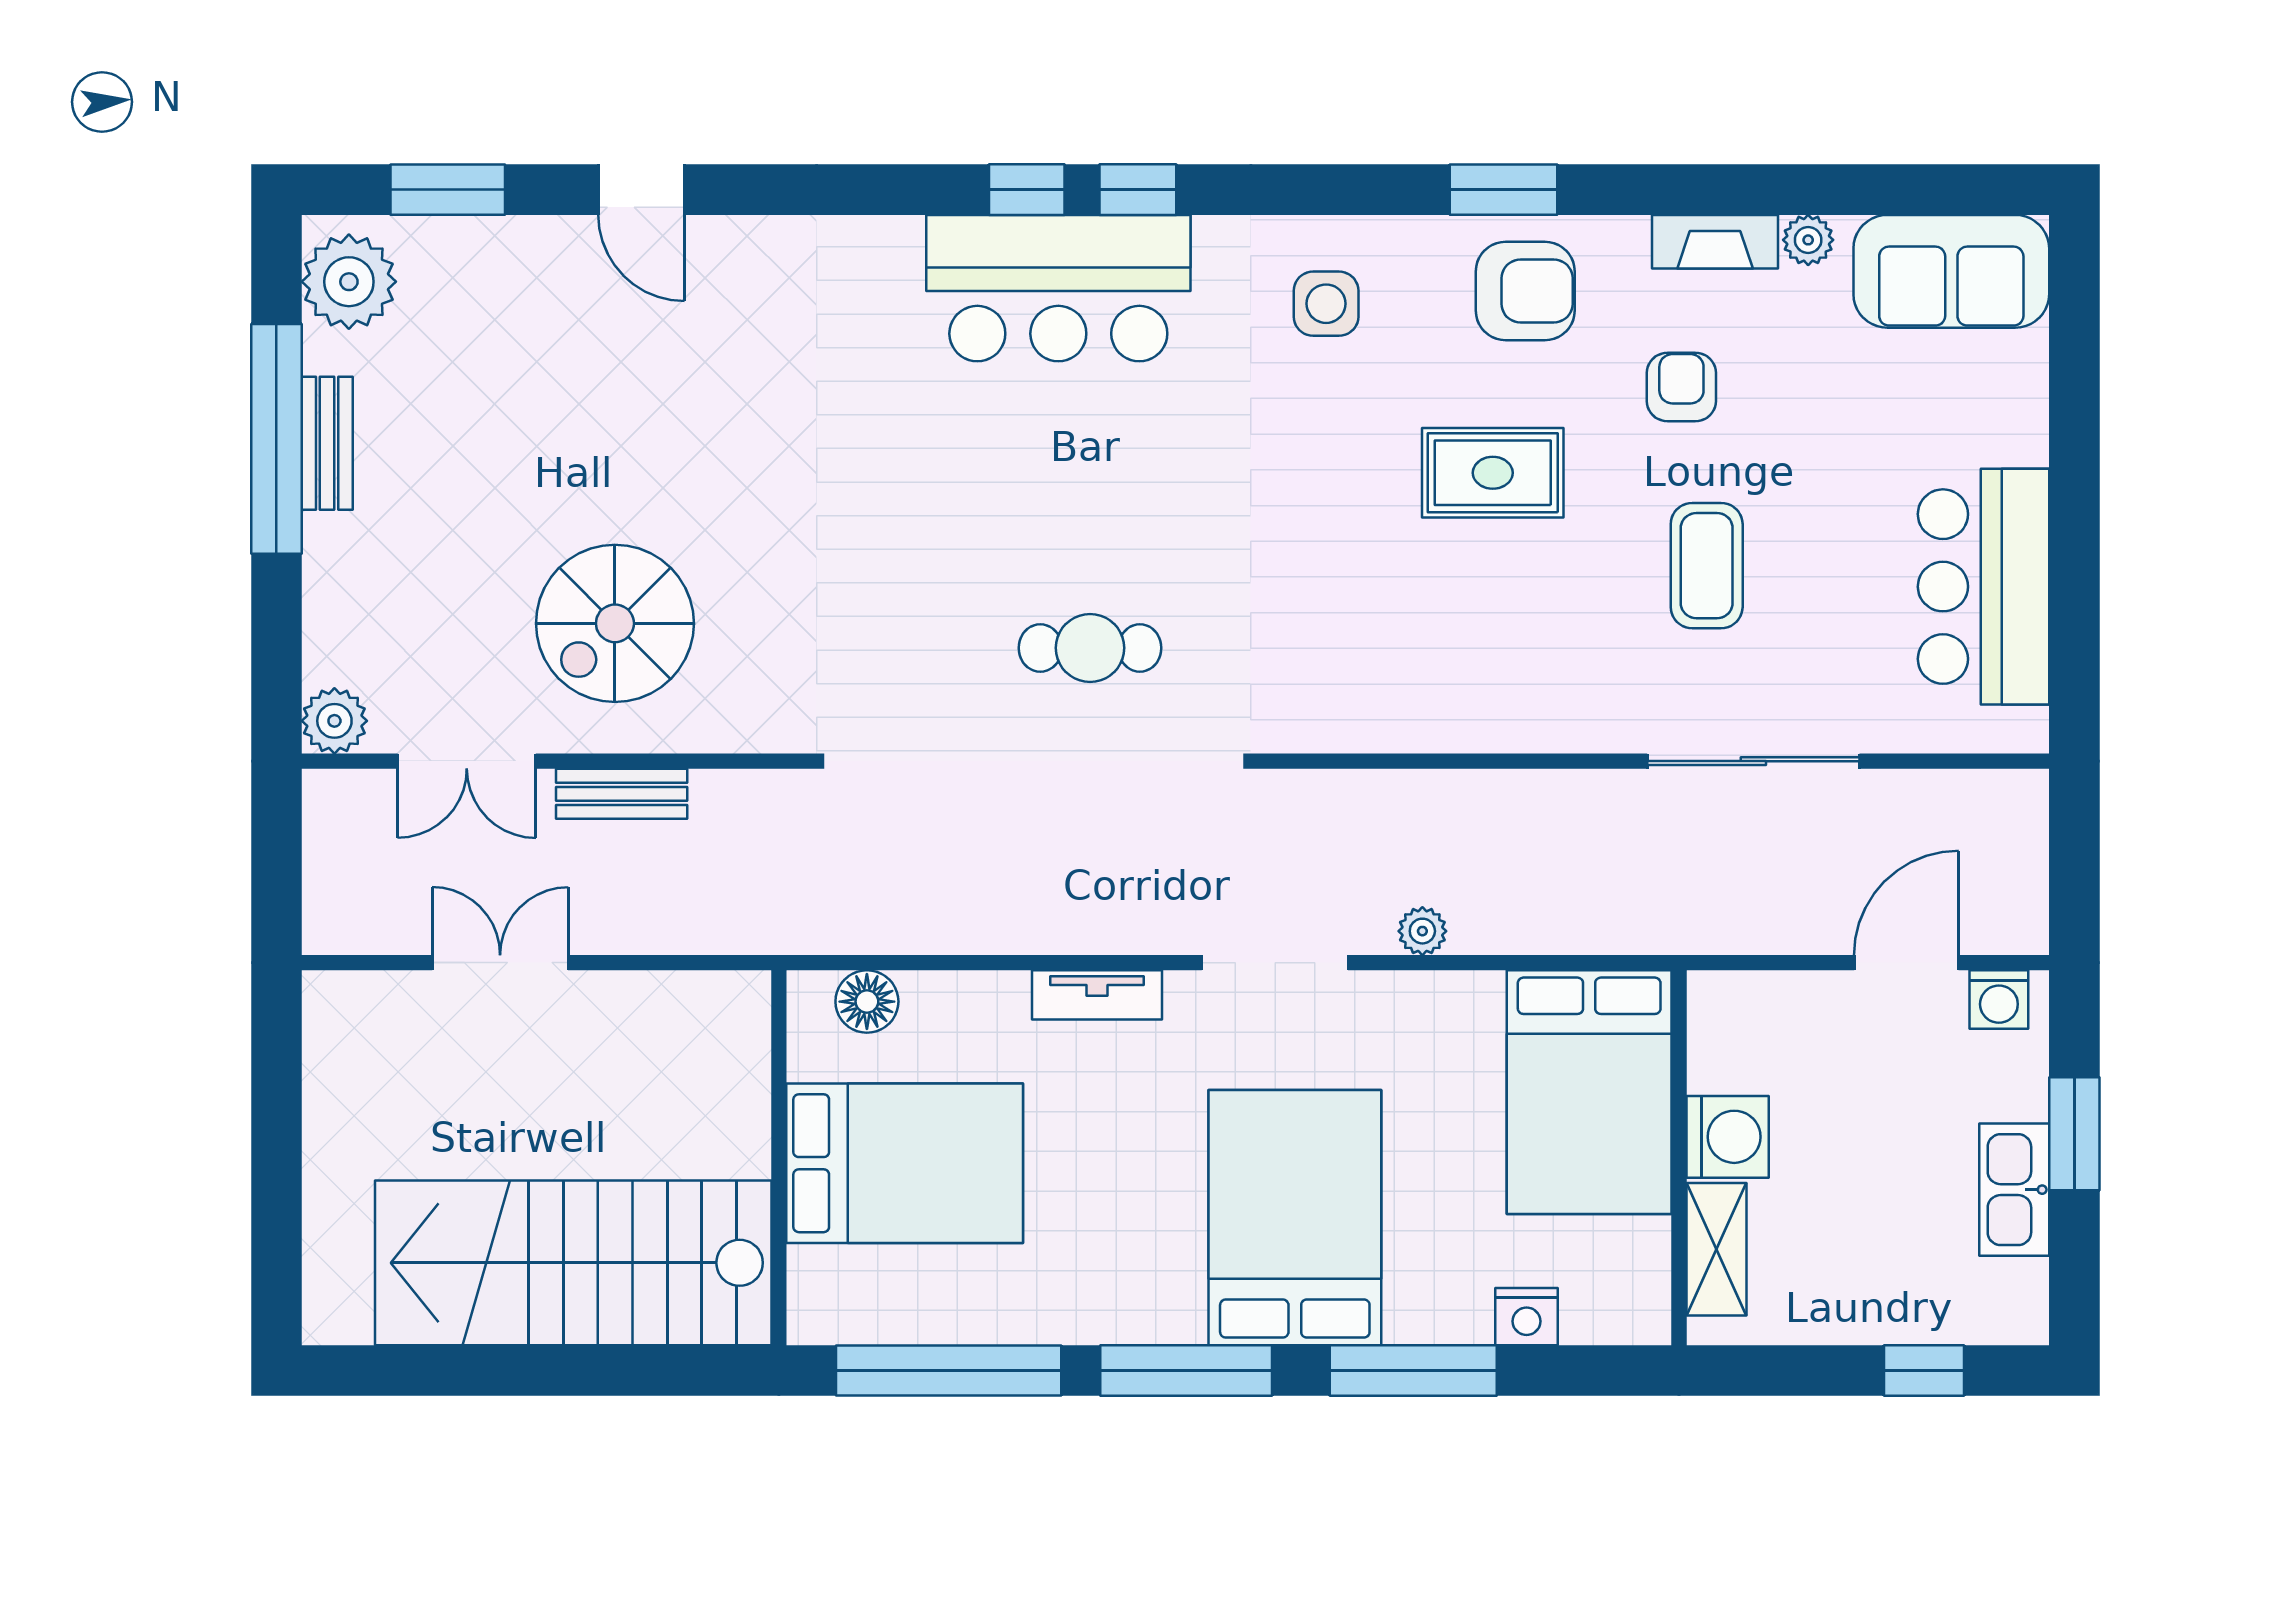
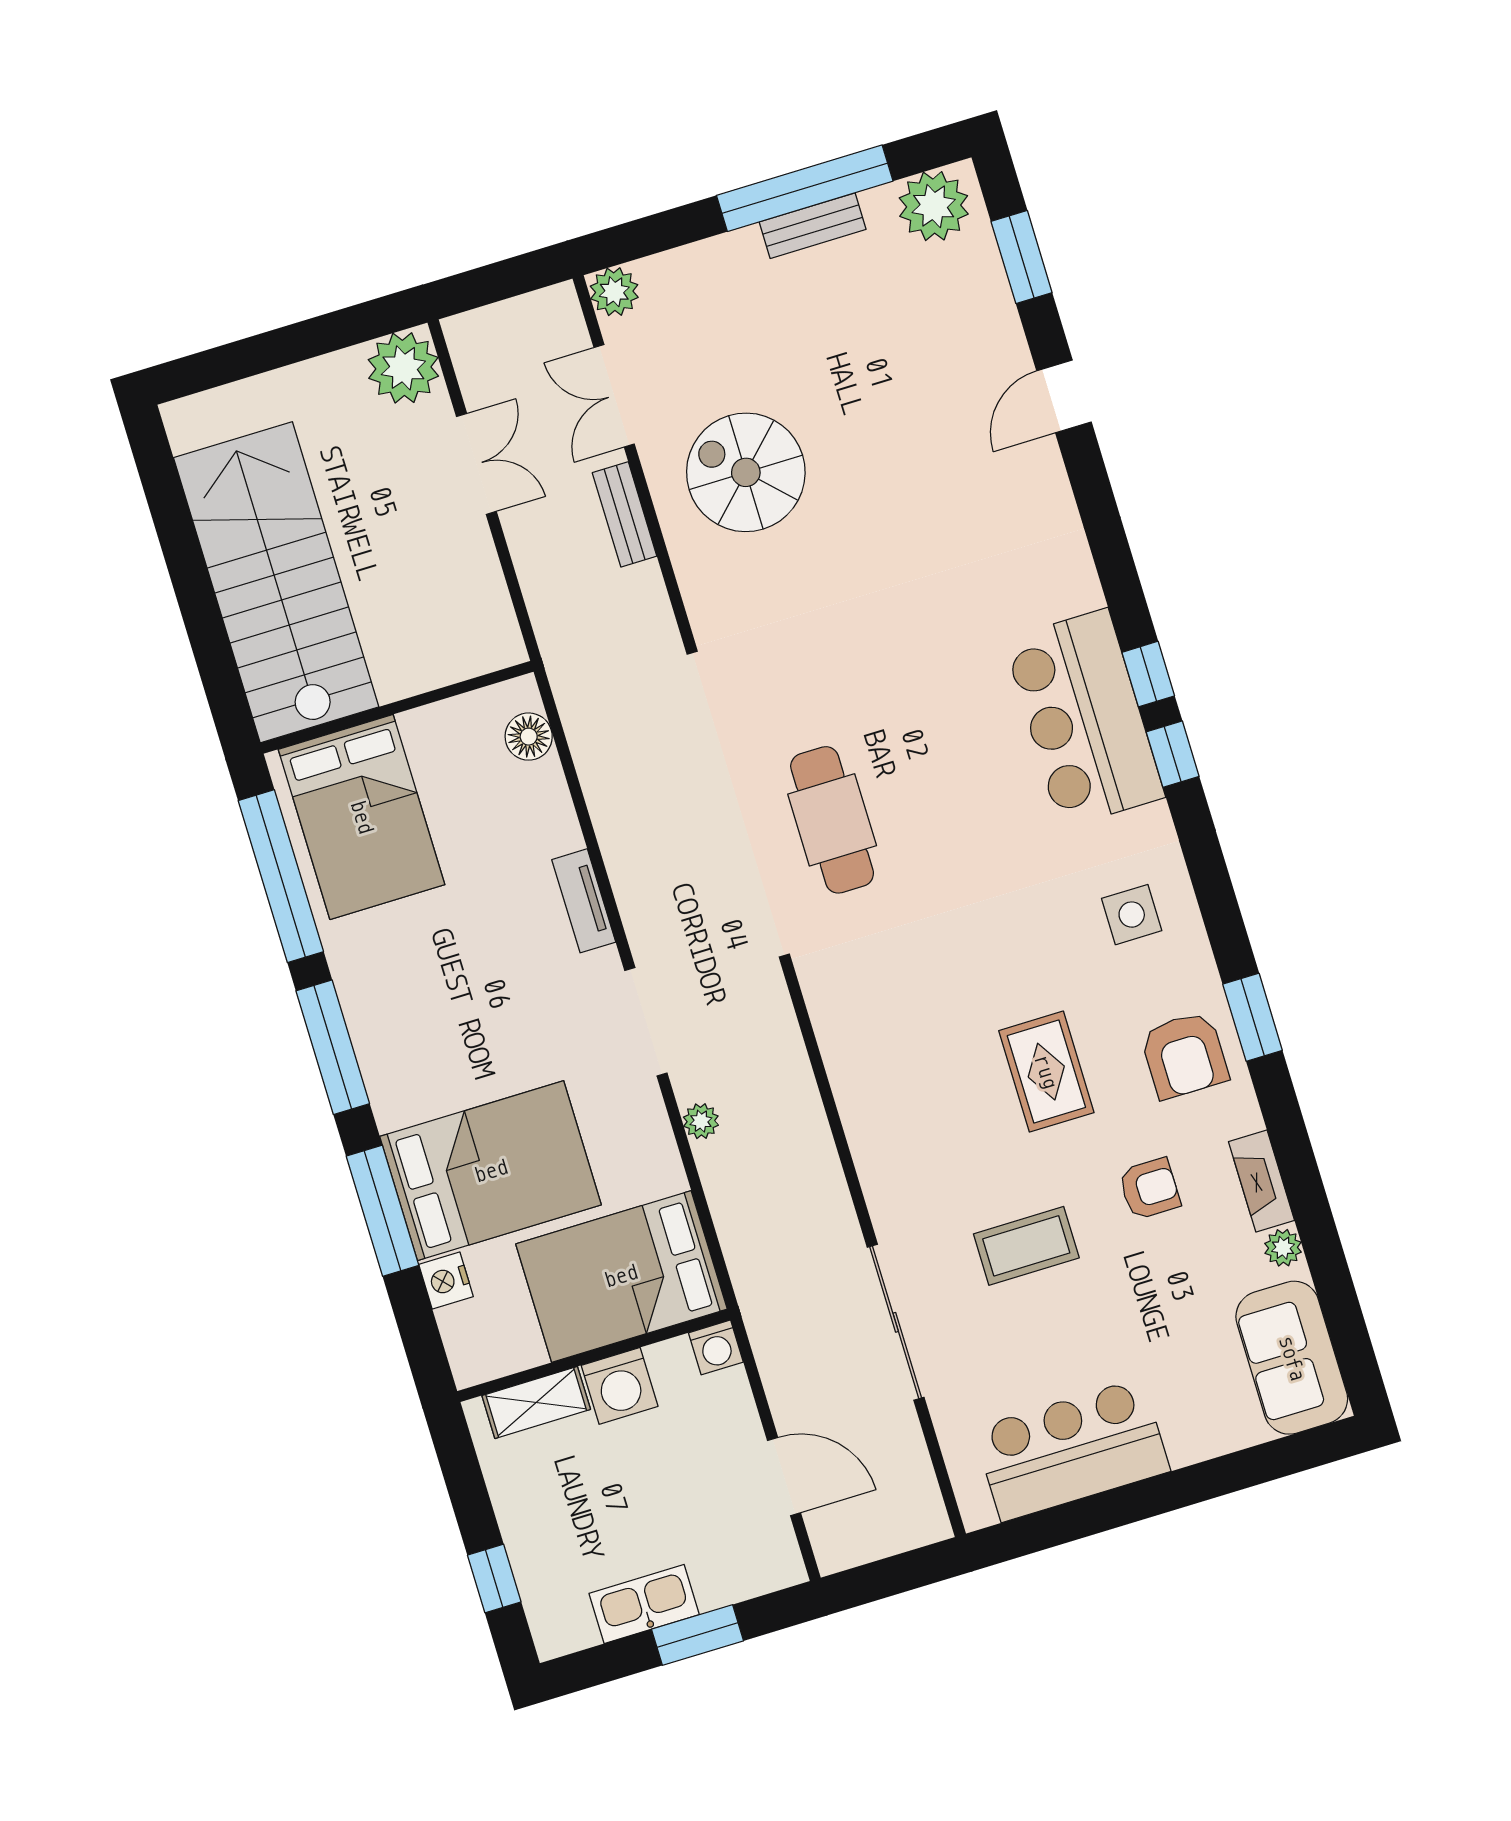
cafe table: (1090, 648) -> (832, 820), width x1.37, depth x1.35
washing machine: (1999, 999) -> (716, 1347), moved, turned -90
plant: (350, 1018) -> (403, 368), added
bed: (905, 1163) -> (362, 817), moved
bed: (1295, 1218) -> (491, 1171), moved

